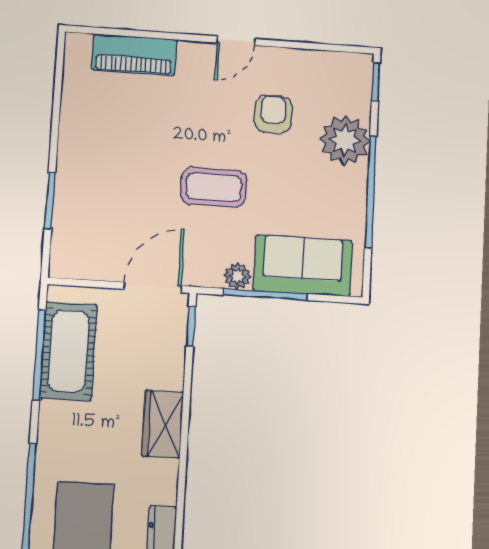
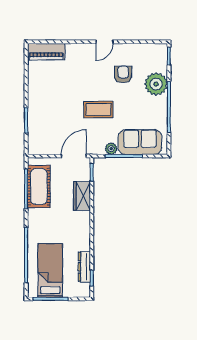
piano: (134, 55) -> (46, 52), moved
wardrobe: (163, 424) -> (82, 196), moved

